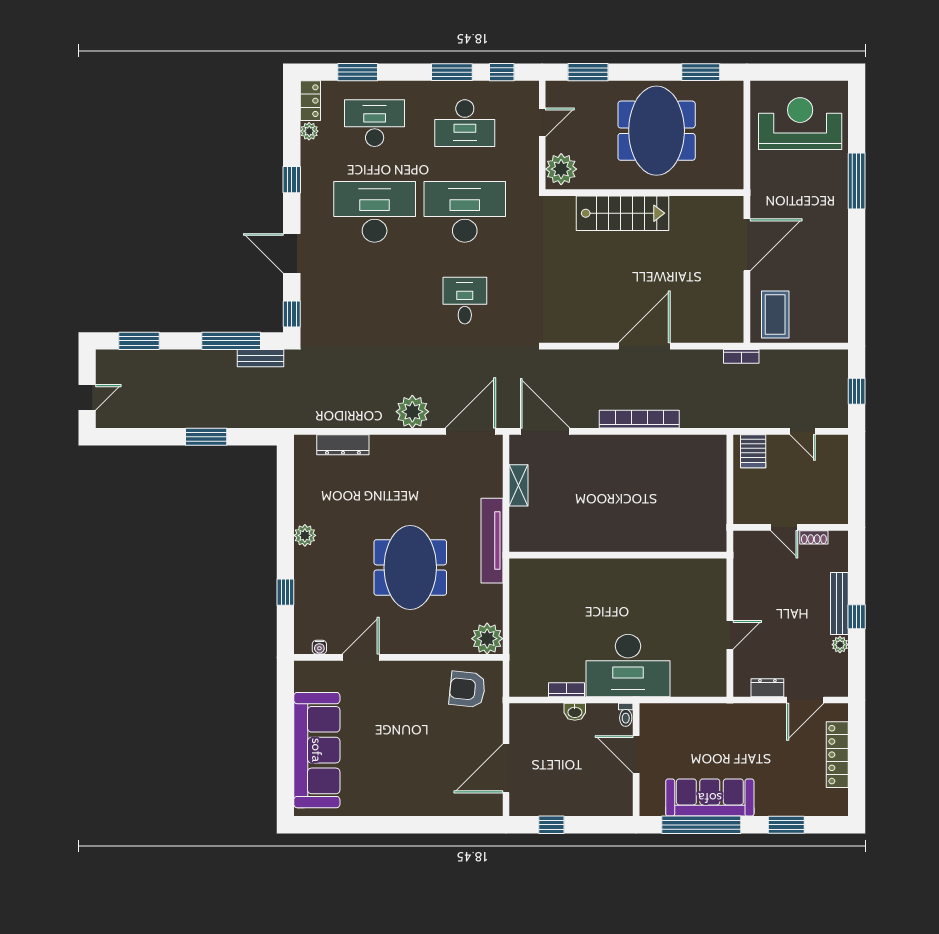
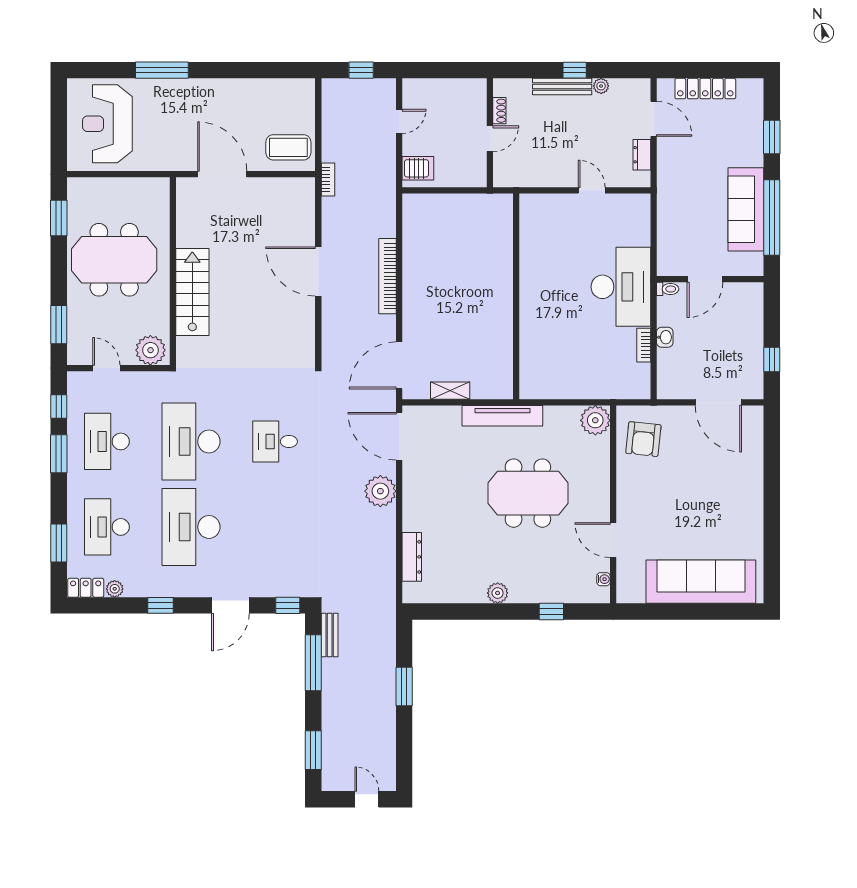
desk: (465, 123) -> (107, 441), turned 180

